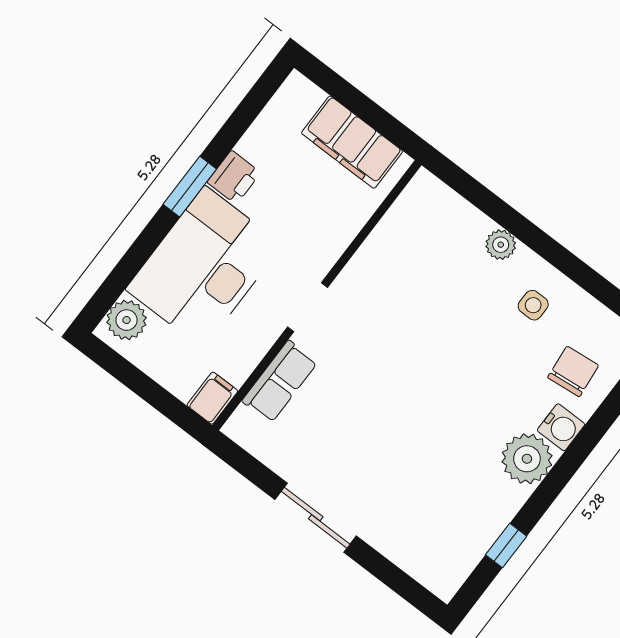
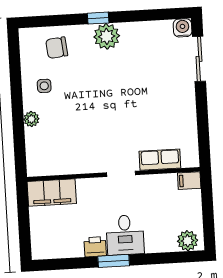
filing cabinet: (352, 142) -> (52, 192), moved, turned 90
desk: (204, 267) -> (125, 235), width x0.53, depth x0.77
water cooler: (561, 427) -> (183, 28), moved
sliding door: (316, 518) -> (199, 59), moved
window: (506, 545) -> (98, 18), moved

